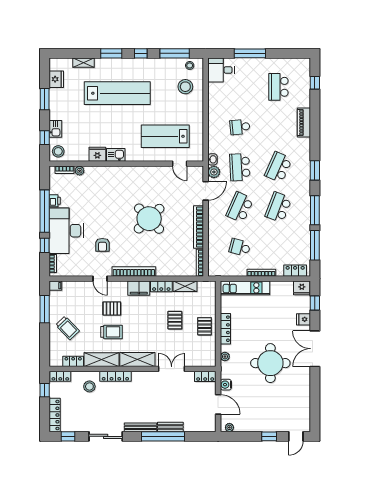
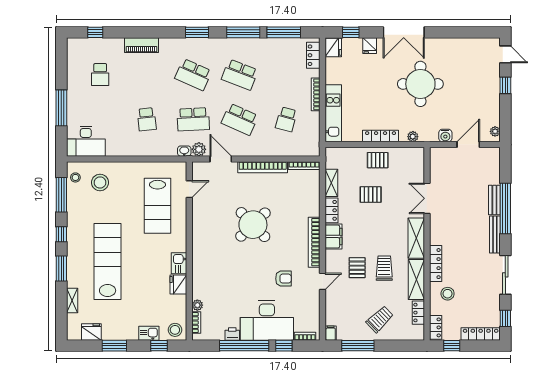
desk: (221, 70) -> (86, 141), width x1.37
school desk: (278, 87) -> (100, 75), width x0.54
locker: (205, 376) -> (436, 159), removed

